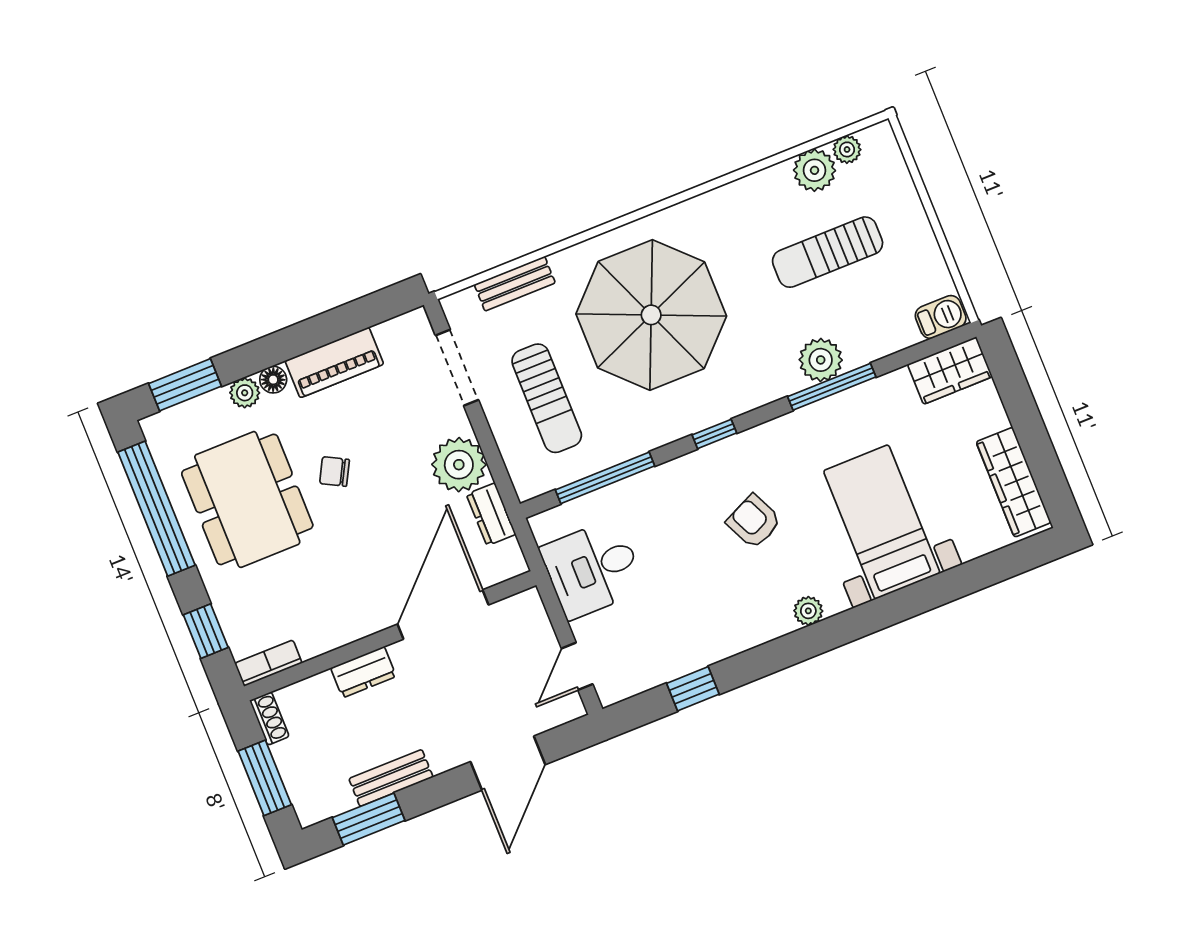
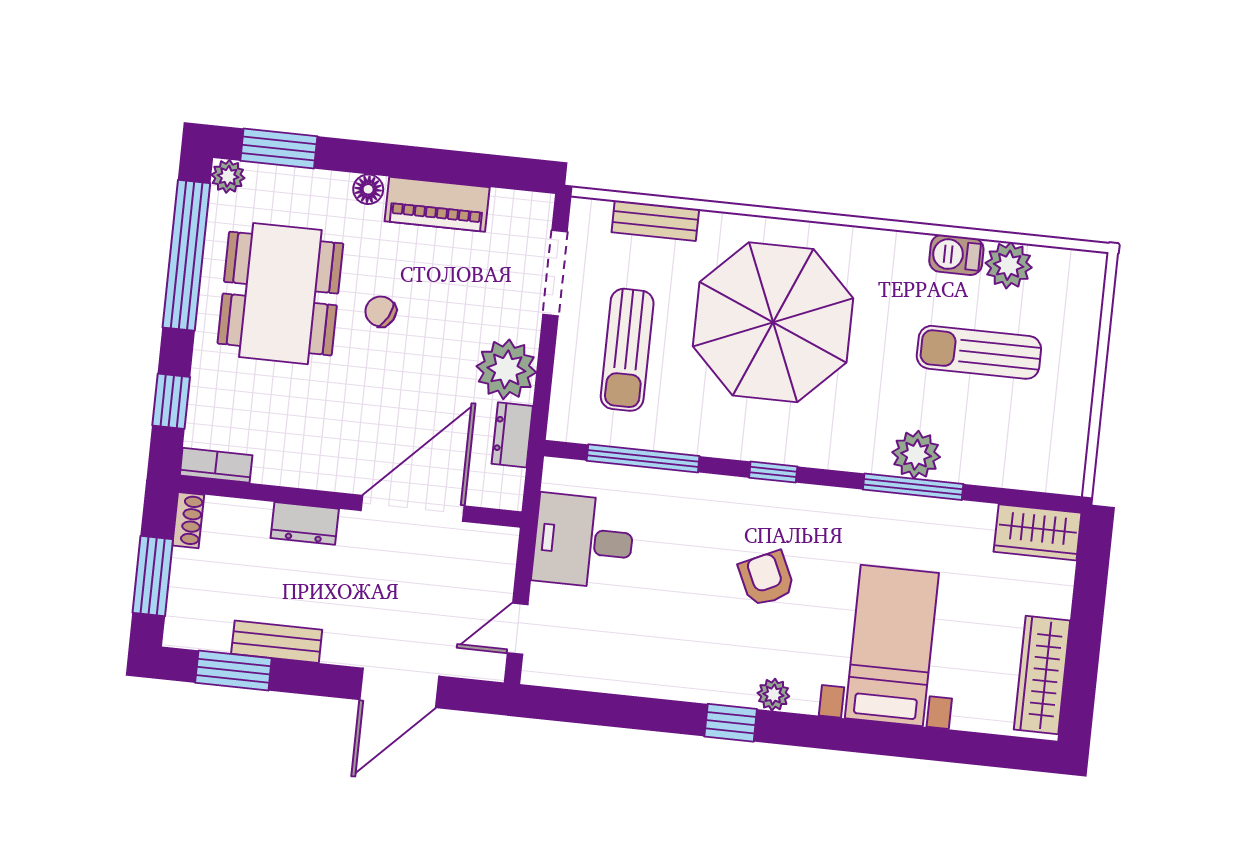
plant: (847, 149) -> (1051, 262), removed
barbecue: (941, 317) -> (956, 255), moved, turned 180
plant: (245, 393) -> (228, 176), moved
window: (693, 689) -> (731, 723), moved

